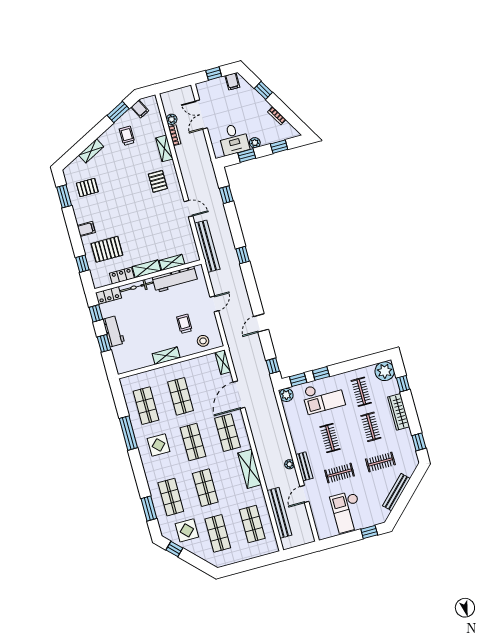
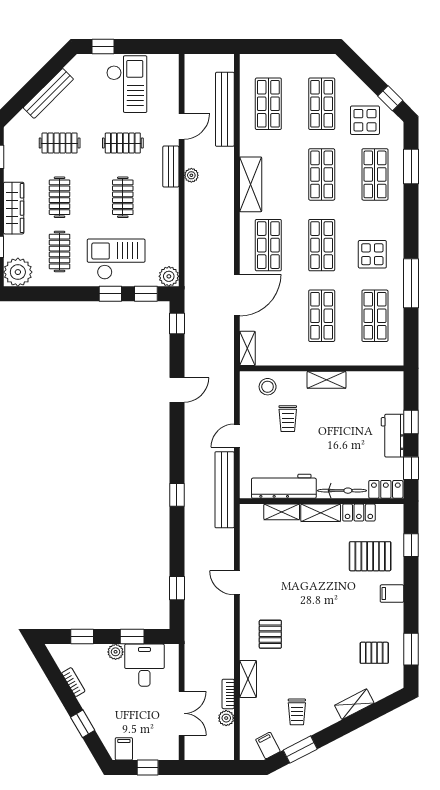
bench: (207, 246) -> (225, 490), moved

